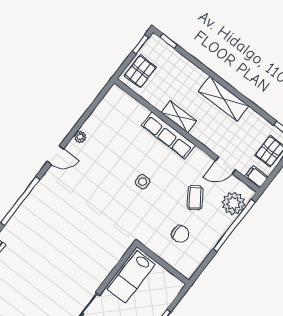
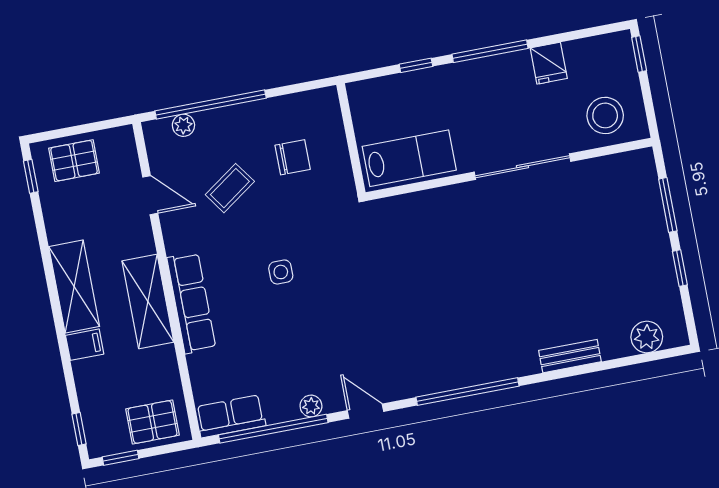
row of seats: (110, 103) -> (231, 416), added
window: (87, 113) -> (273, 429), added
shelving: (179, 117) -> (148, 301), width x1.50, depth x1.33
filing cabinet: (256, 177) -> (85, 345), moved, turned -90
plant: (233, 203) -> (183, 125), width x0.53, depth x0.53
chair: (180, 234) -> (293, 157), turned 90

